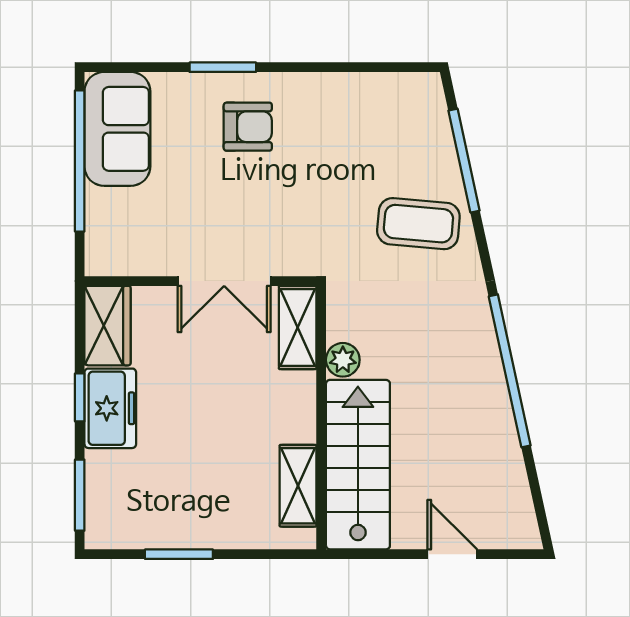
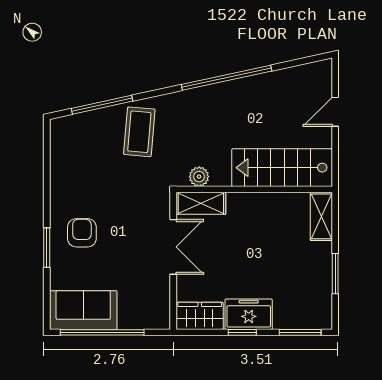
plant: (343, 360) -> (199, 177), moved
shelving: (298, 486) -> (321, 216), moved, turned 90

